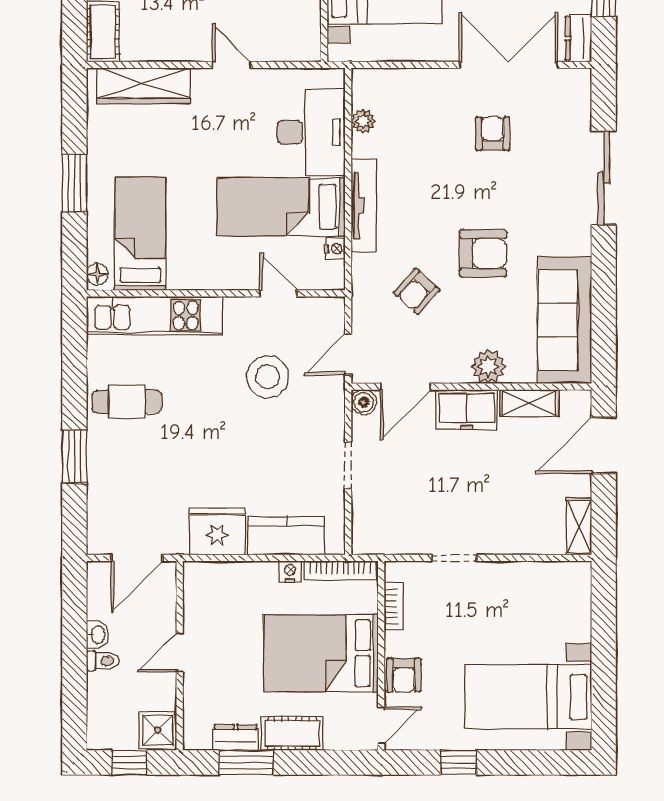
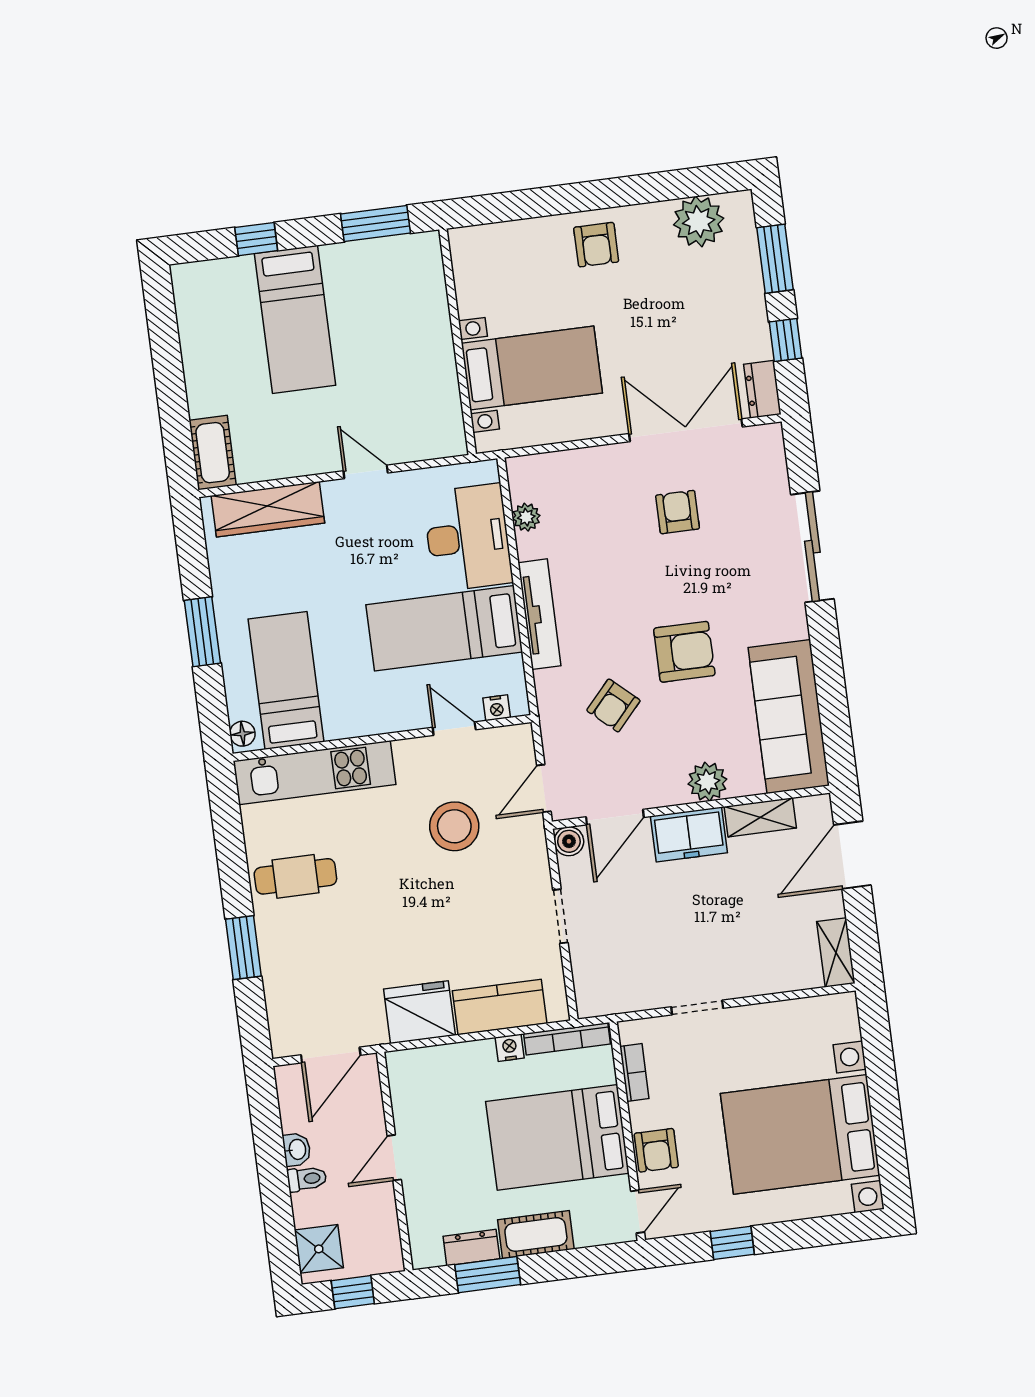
nightstand: (335, 249) -> (497, 708), moved, turned 90
bed with nightstands: (528, 697) -> (800, 1134), width x1.36
shower: (158, 730) -> (319, 1249), moved

